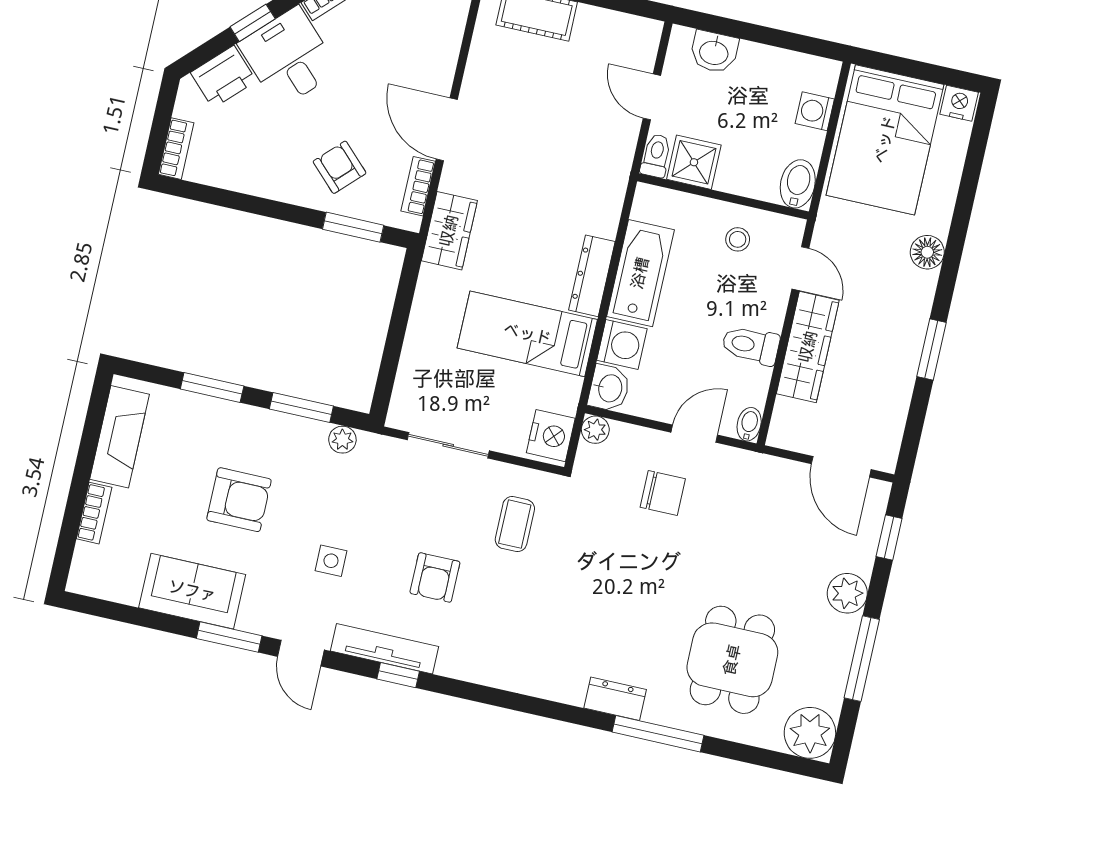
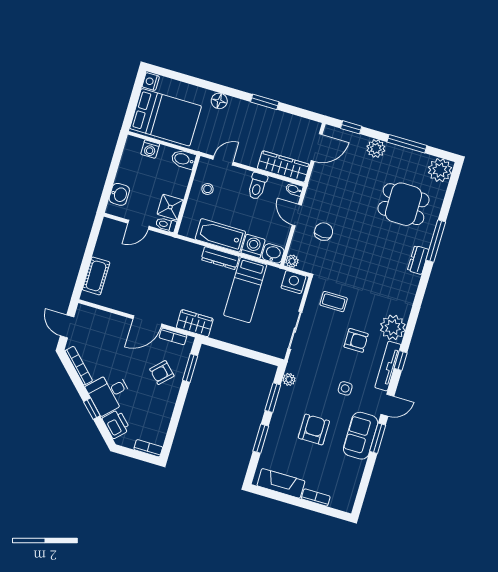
wardrobe: (808, 347) -> (283, 166), moved
sofa: (192, 591) -> (361, 436), moved
plant: (468, 654) -> (393, 327), added

